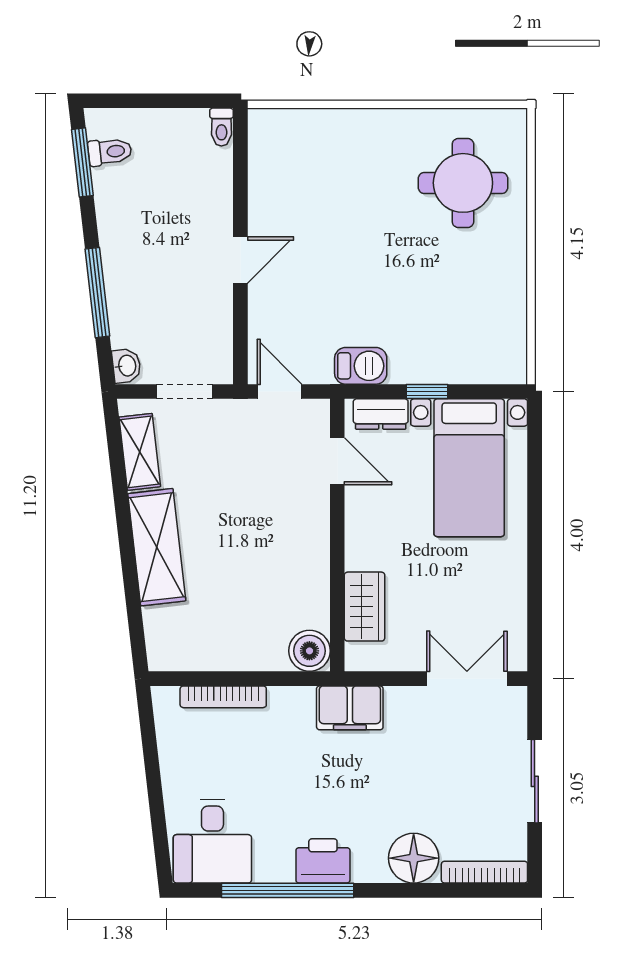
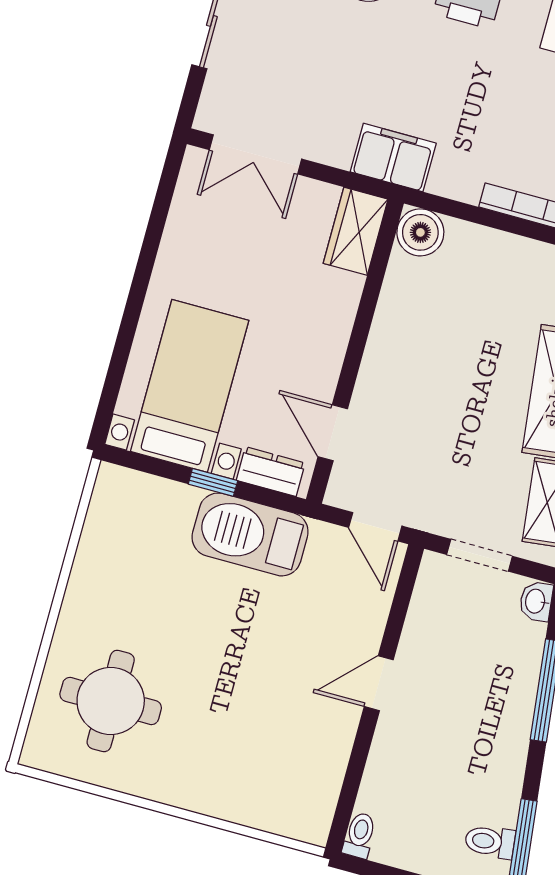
barbecue: (361, 366) -> (250, 534), width x1.88, depth x1.53
wardrobe: (365, 607) -> (356, 231), moved

